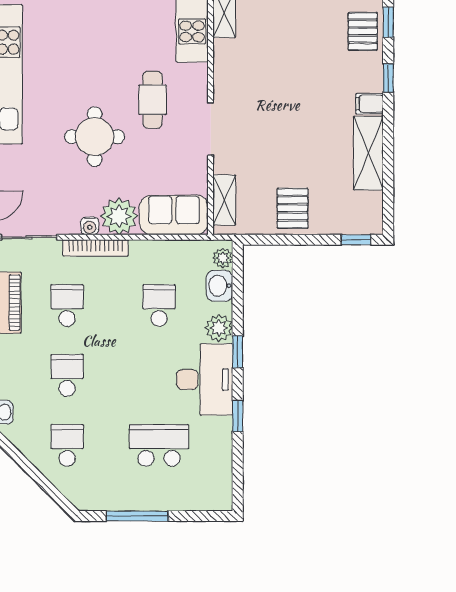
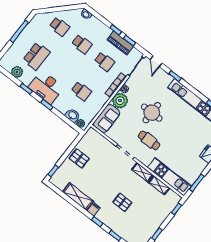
pallet: (363, 31) -> (122, 202), moved
shelving: (224, 200) -> (142, 172), moved
plant: (219, 328) -> (17, 72), moved

